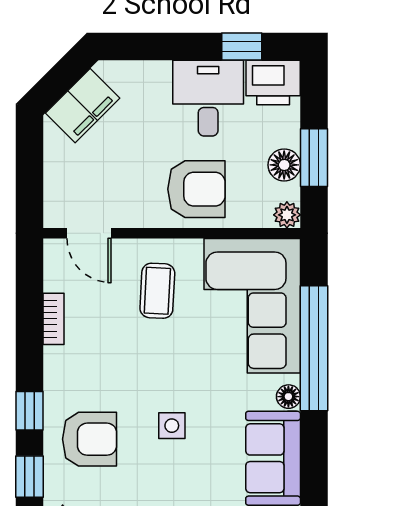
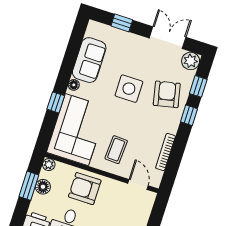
bookcase: (54, 319) -> (166, 152), width x1.56
window: (314, 348) -> (56, 102), width x0.32
side table: (172, 426) -> (129, 89), width x1.87, depth x1.87
armchair: (89, 439) -> (167, 94), turned 78

